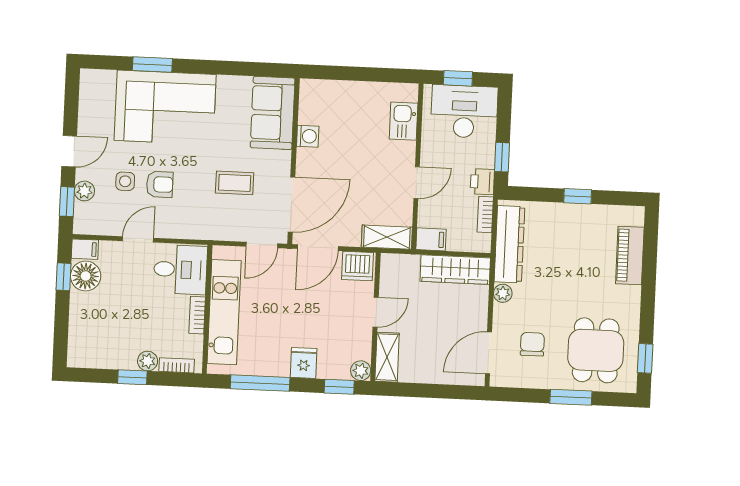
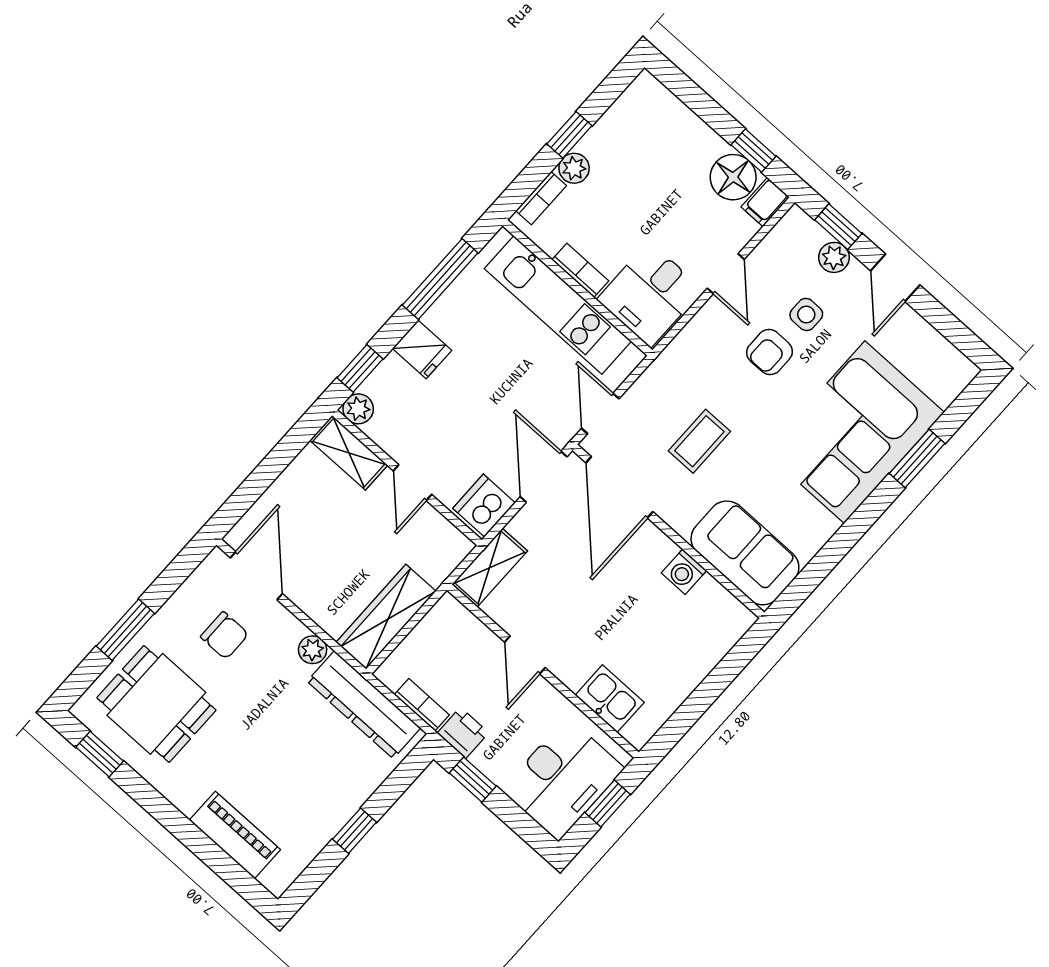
filing cabinet: (431, 239) -> (445, 617), removed

